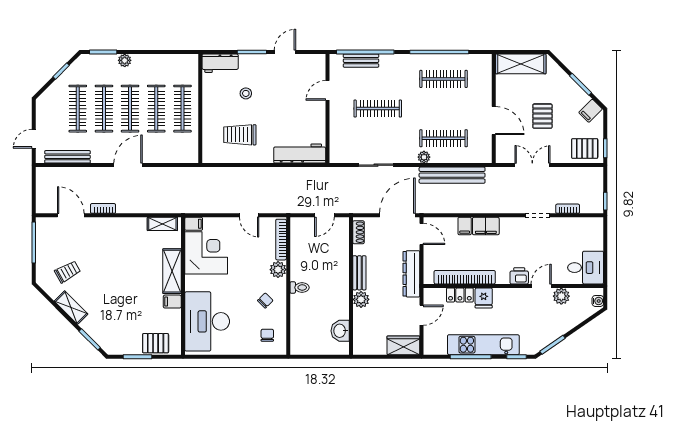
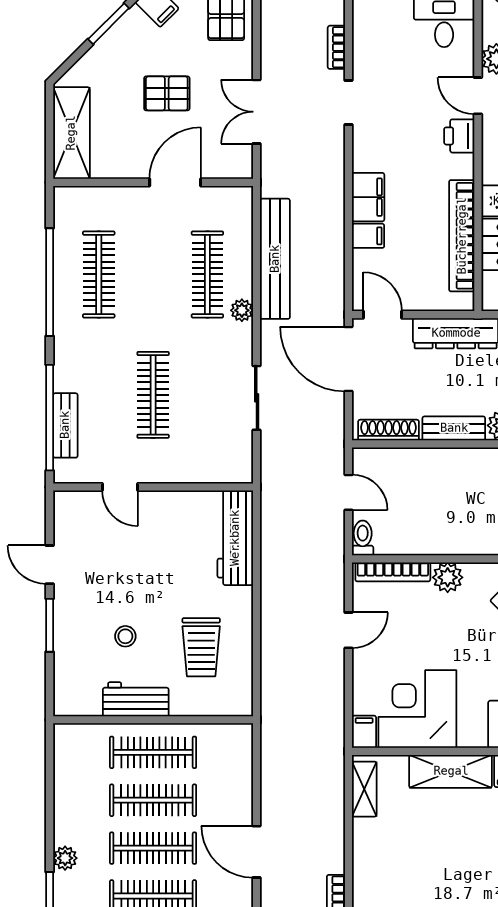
workbench: (220, 63) -> (136, 699), moved, turned -90
shoe rack: (358, 232) -> (389, 430), width x1.43
door: (422, 234) -> (382, 315), hinge flipped
toilet: (300, 287) -> (363, 538), moved

